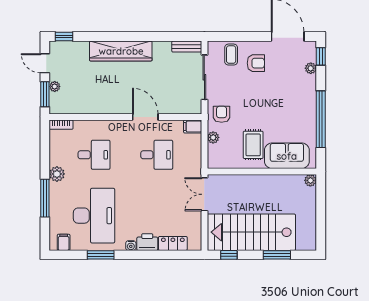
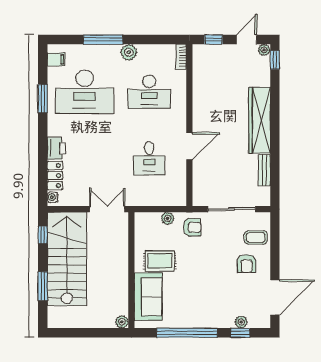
bench: (187, 47) -> (264, 170), moved
window: (321, 56) -> (240, 333), moved
plant: (55, 86) -> (264, 50), moved
window: (45, 94) -> (214, 40), width x0.67
filing cabinet: (193, 127) -> (179, 197), removed
desk: (94, 155) -> (149, 92), width x1.37
water cooler: (131, 246) -> (53, 197), moved

